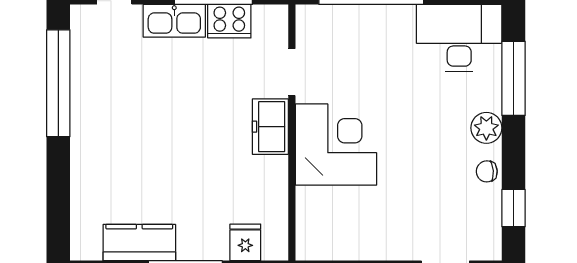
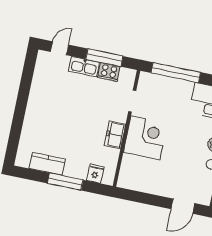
window: (58, 83) -> (26, 84), removed
freezer: (270, 127) -> (115, 135), moved

